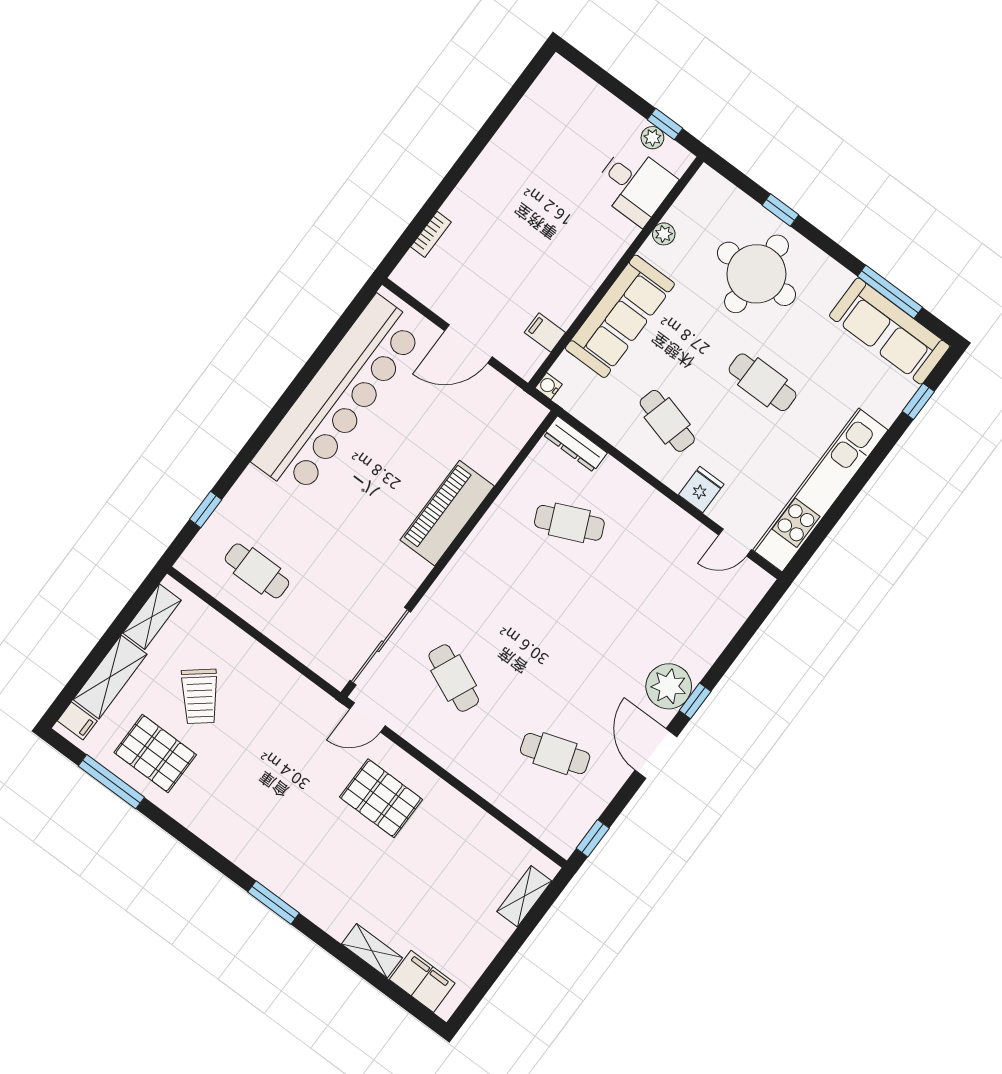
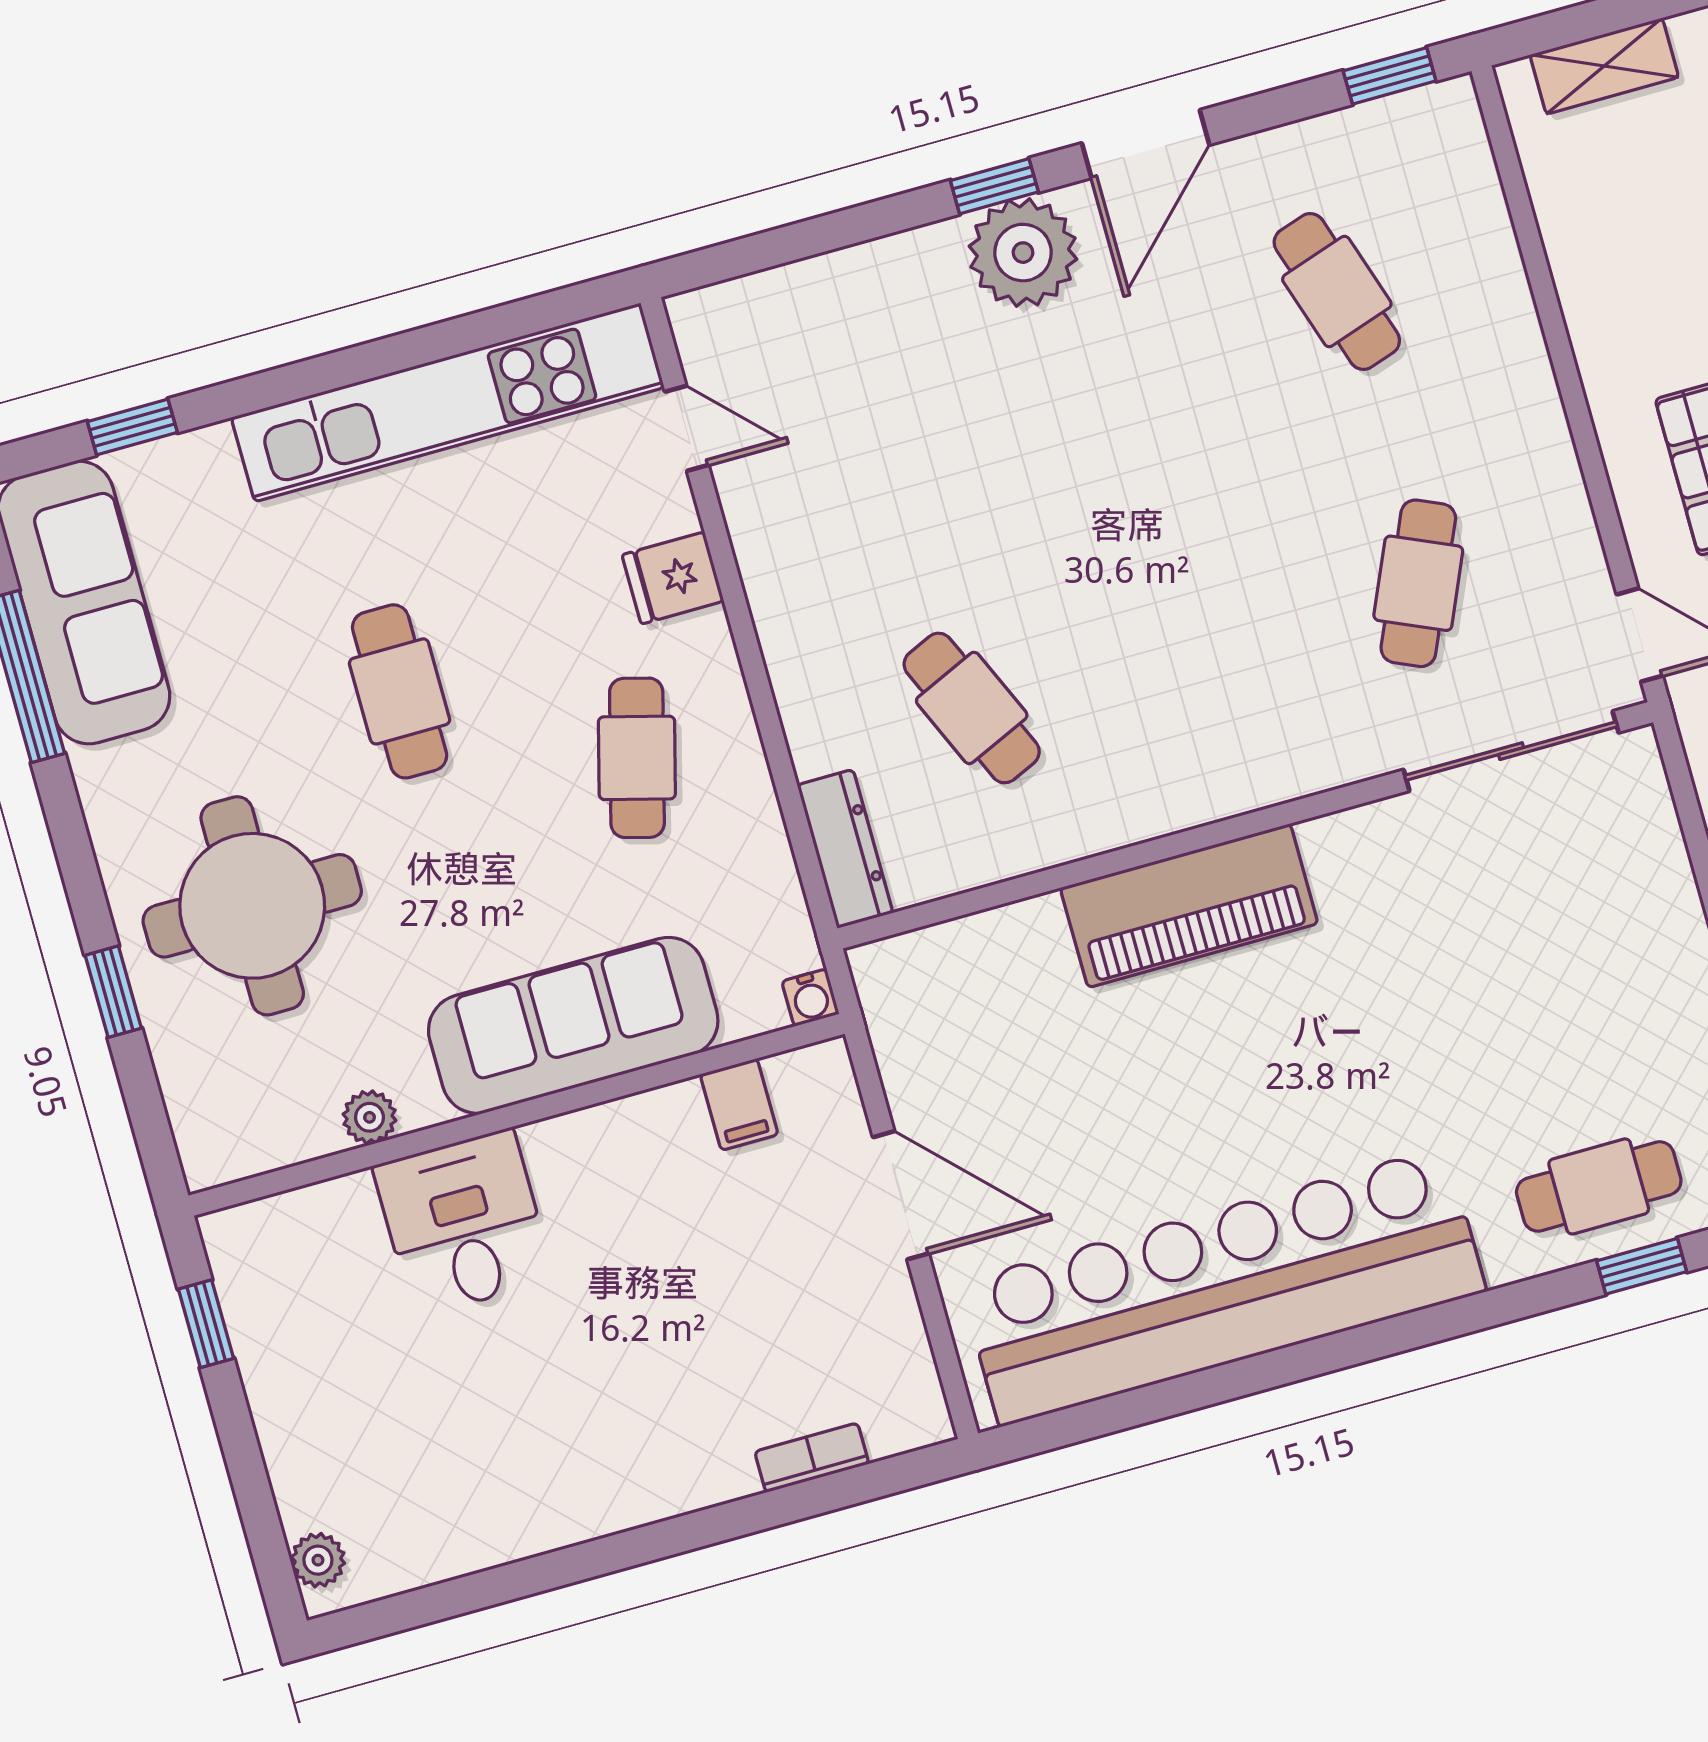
plant: (652, 138) -> (318, 1560), moved
desk: (634, 185) -> (463, 1223), moved
cafe table: (257, 571) -> (1599, 1186), moved, turned 90

